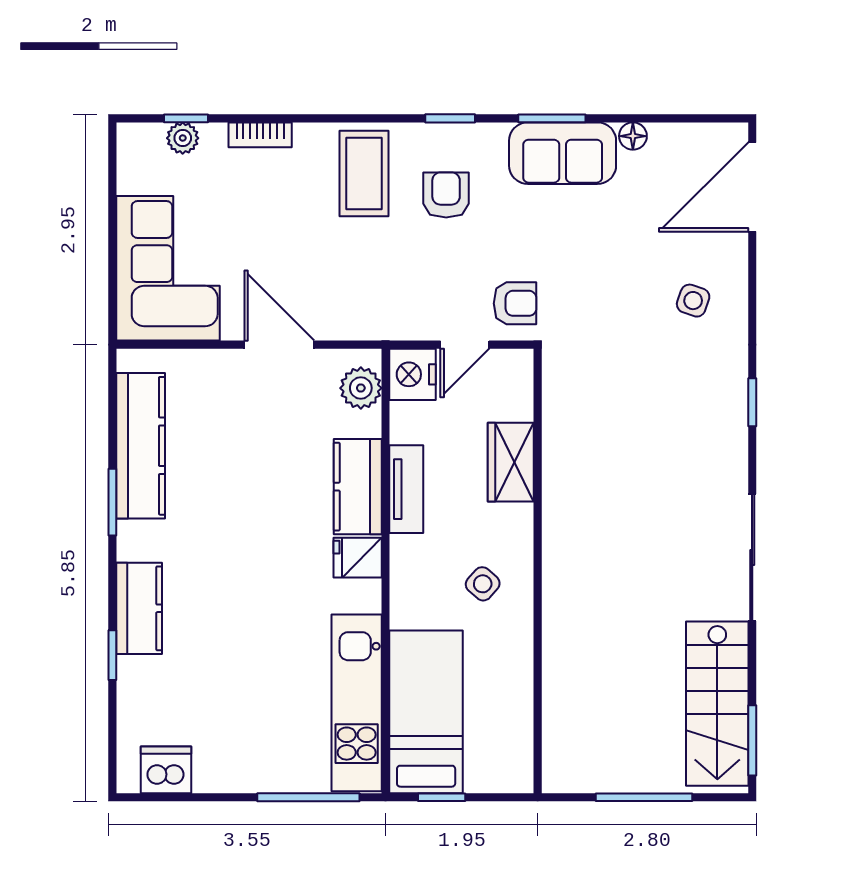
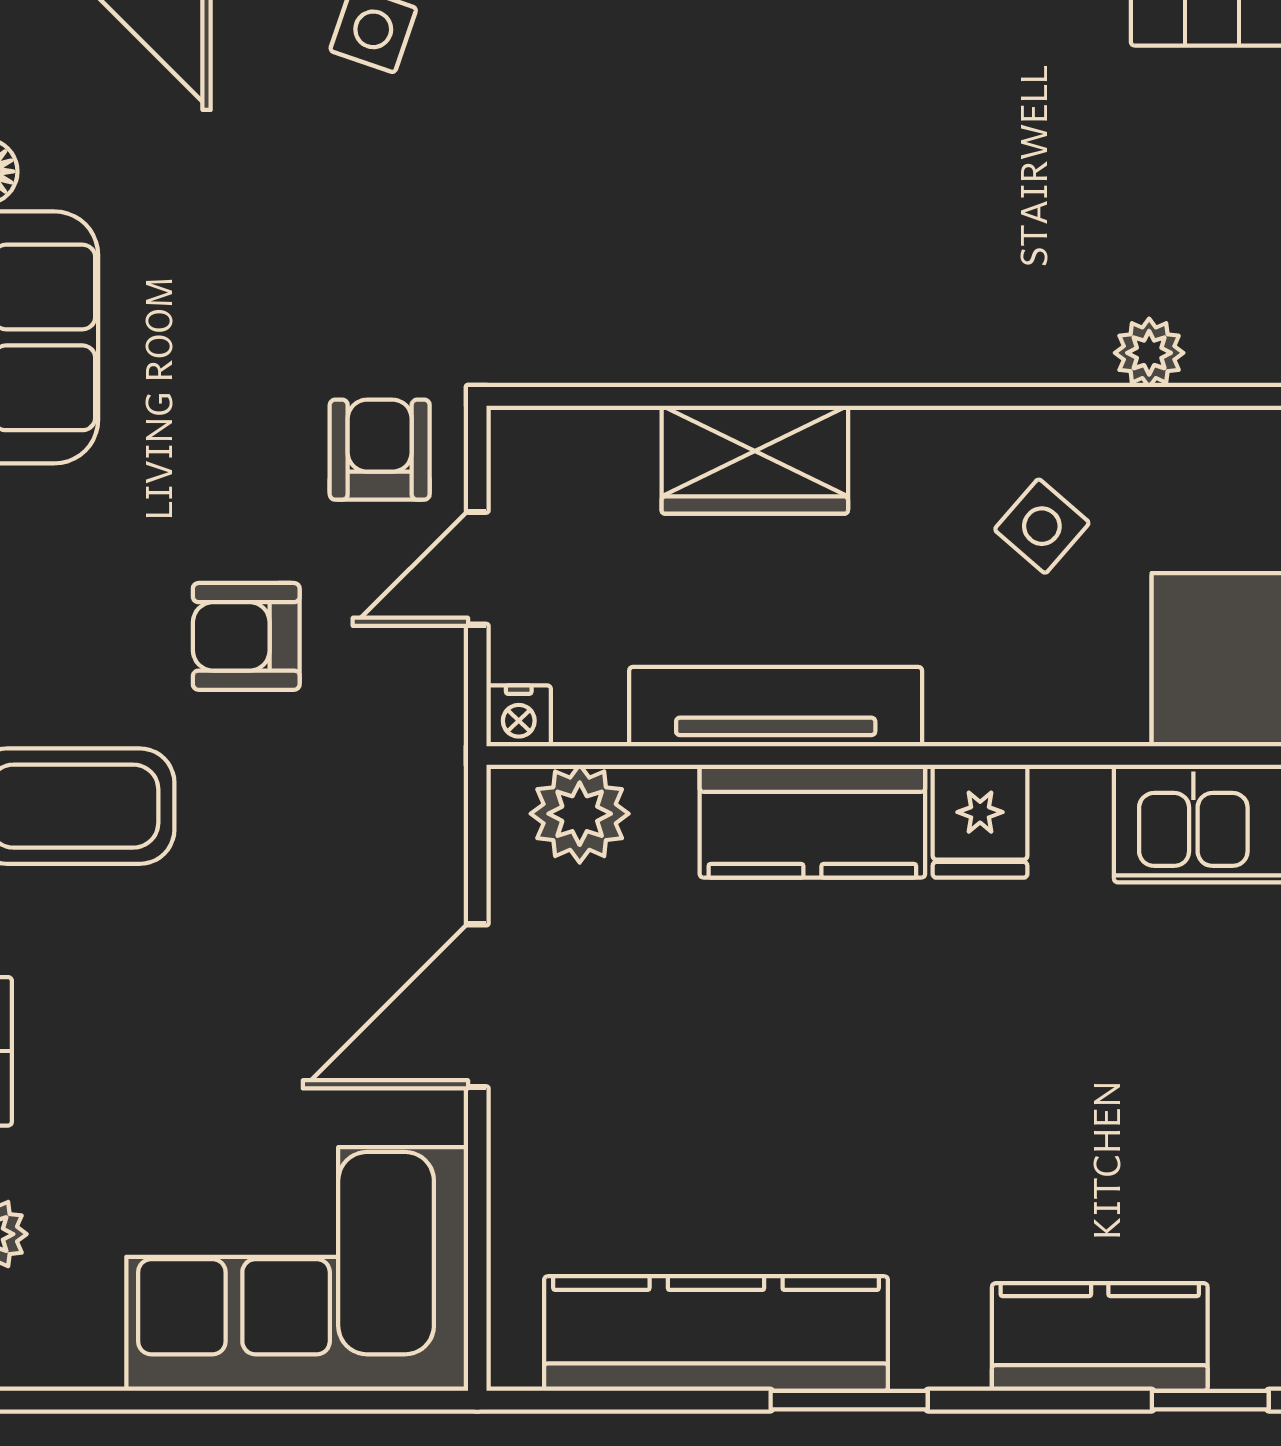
armchair: (446, 195) -> (246, 636), moved
door: (465, 345) -> (477, 568), swing flipped
nightstand: (413, 374) -> (519, 716), width x0.53, depth x0.56
tv unit: (406, 489) -> (776, 707), width x1.41
plant: (556, 629) -> (1149, 353), added

